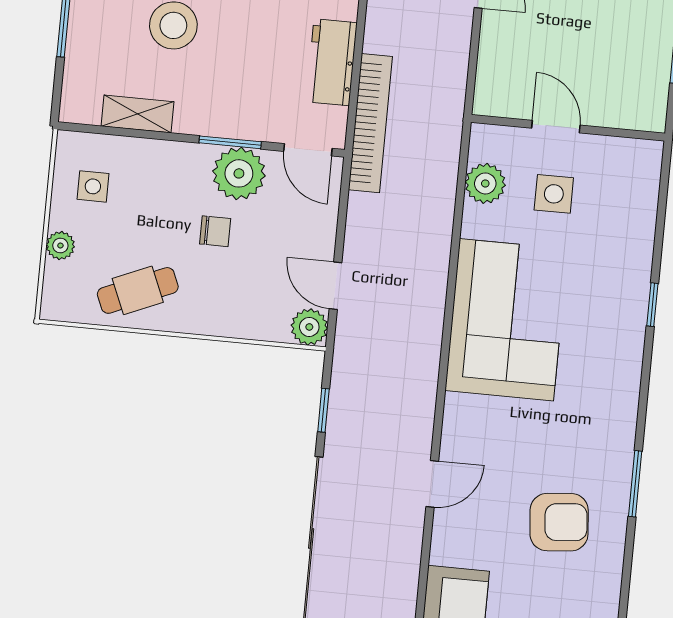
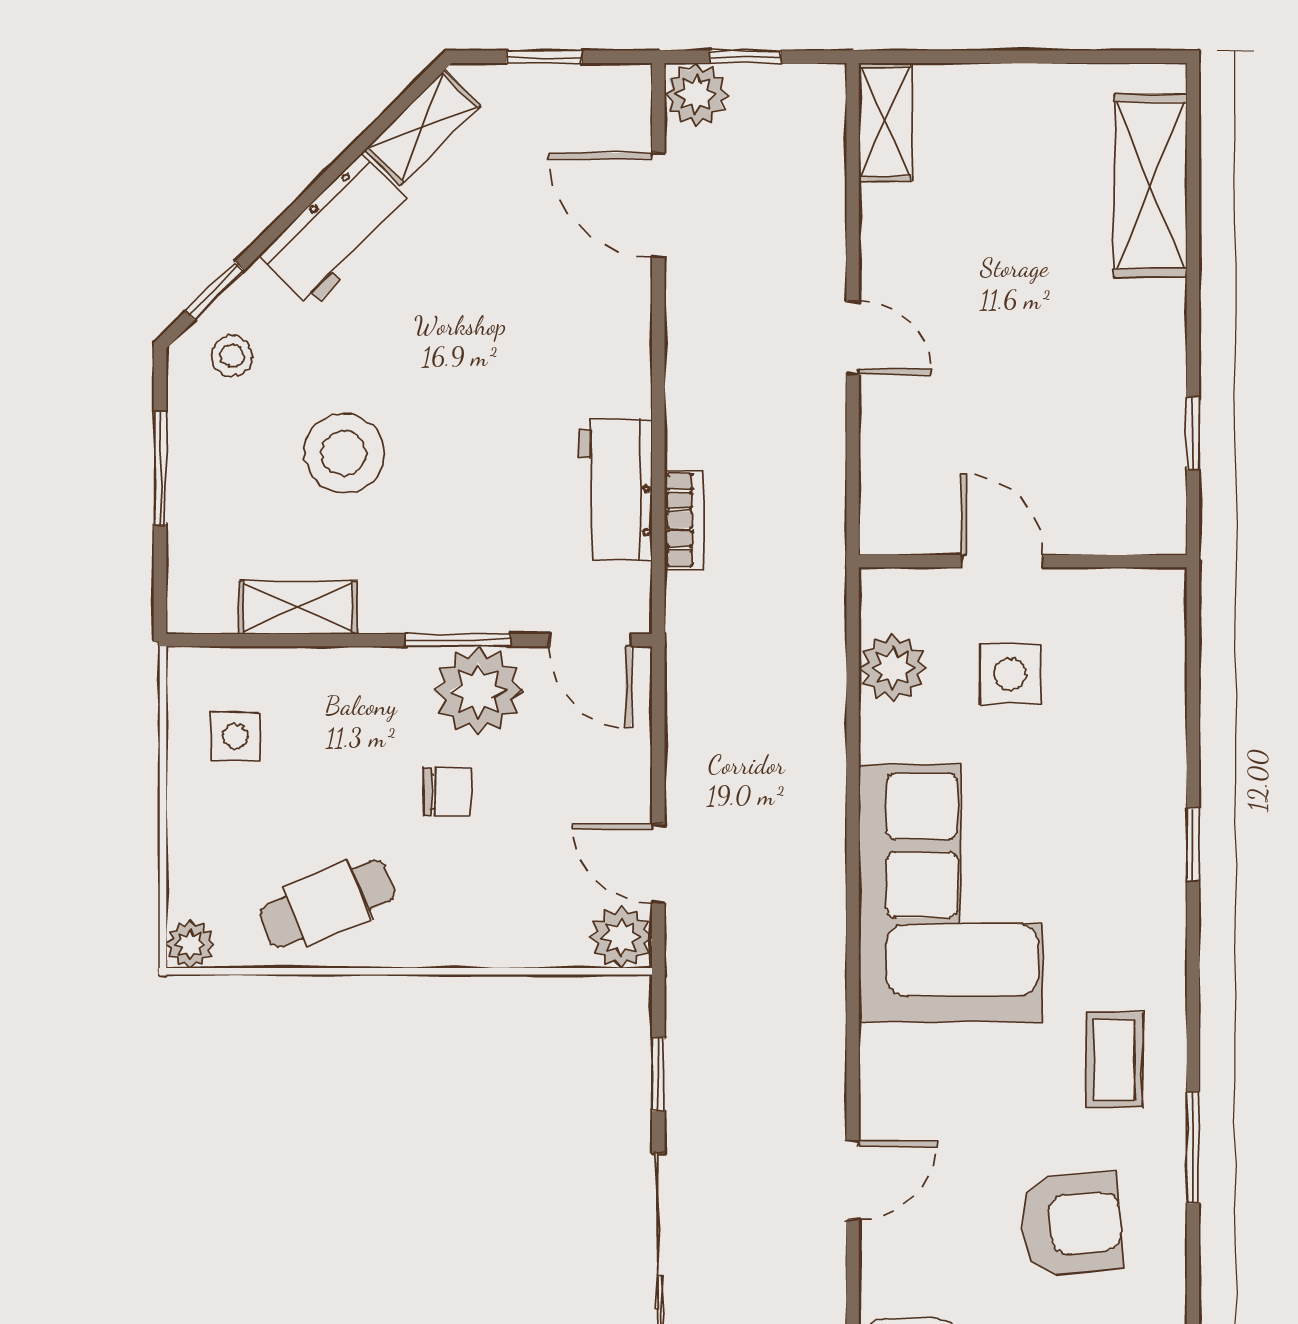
bookcase: (370, 123) -> (684, 520), width x0.43, depth x0.76
plant: (60, 246) -> (190, 944), moved
coffee table: (594, 428) -> (1114, 1060), added

